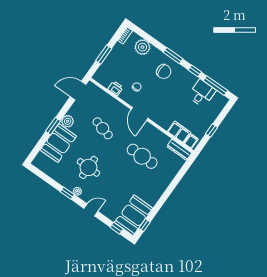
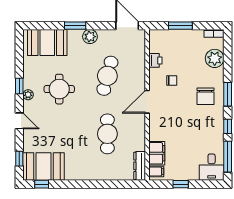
desk: (202, 93) -> (212, 167), moved, turned 90
cafe table: (103, 128) -> (107, 76), width x1.37, depth x1.35
booth: (58, 143) -> (47, 42), moved

